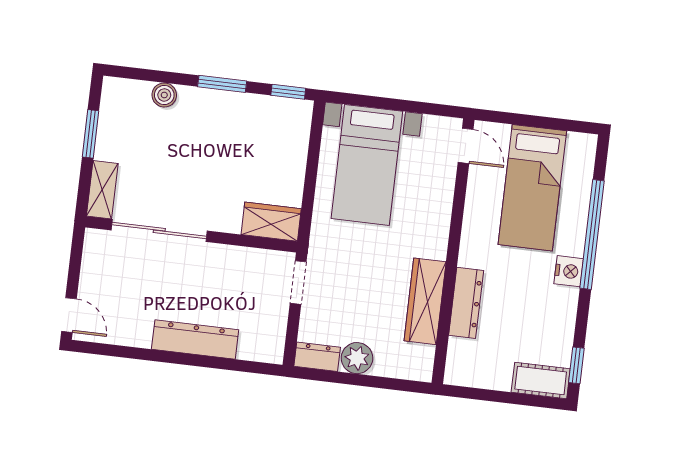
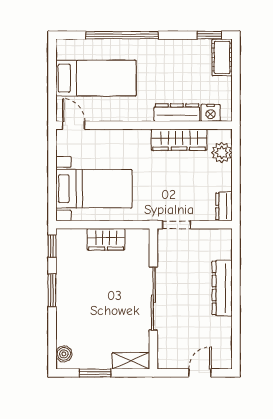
boiler: (164, 95) -> (64, 354), moved
door: (466, 146) -> (74, 125), hinge flipped
wardrobe: (271, 222) -> (106, 239), moved, turned -90
sliding door: (159, 230) -> (153, 299), moved
nightstand: (569, 271) -> (211, 113), moved, turned 180
door: (69, 315) -> (200, 373), moved
plant: (357, 358) -> (222, 153), moved

